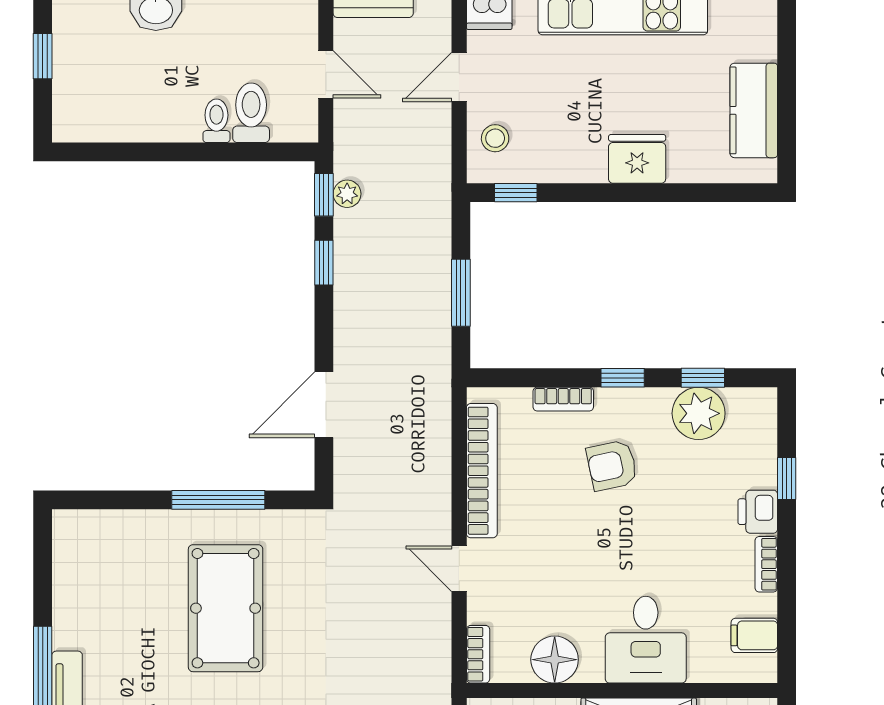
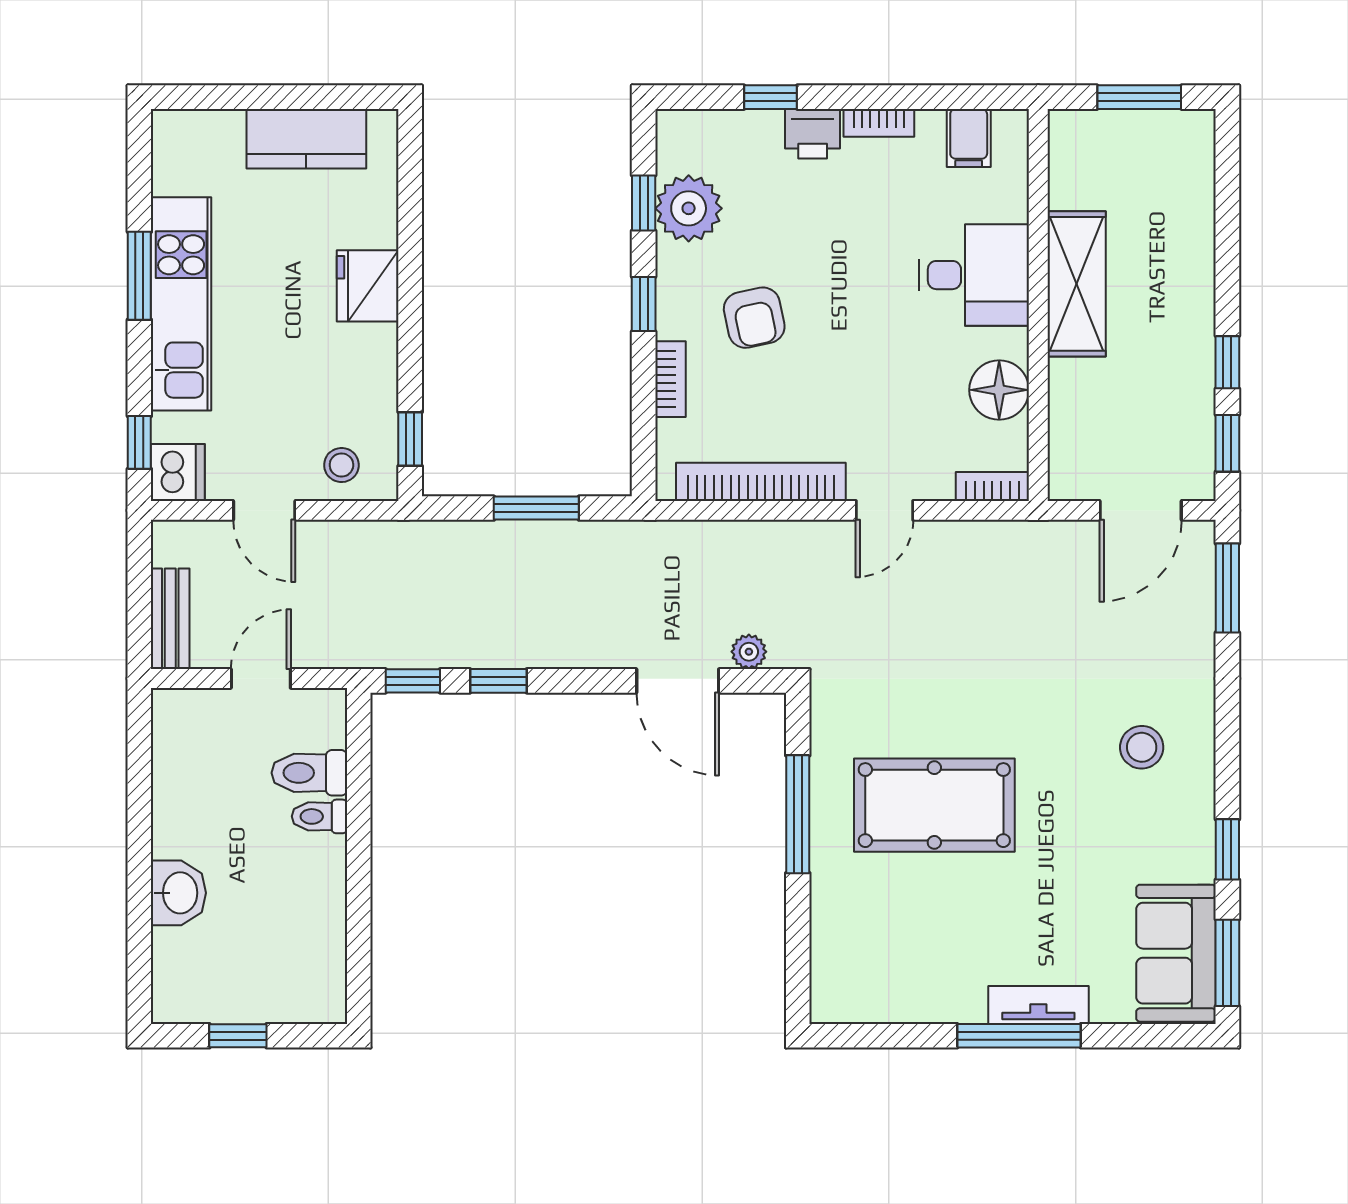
plant: (347, 194) -> (749, 652), moved

